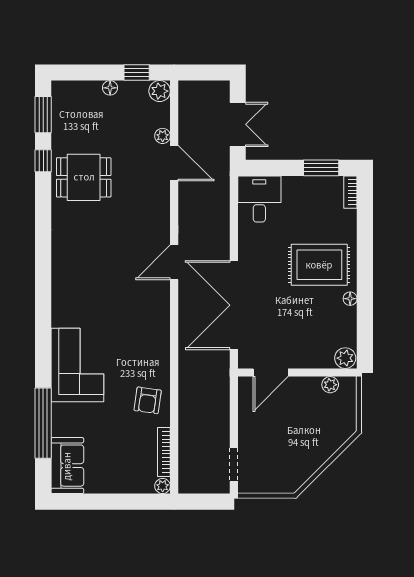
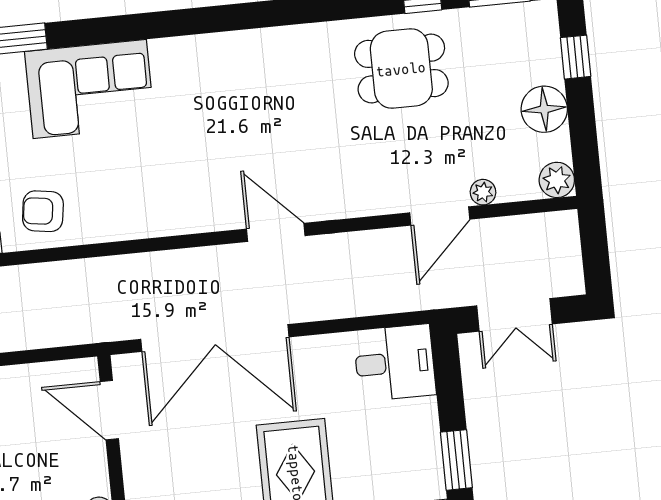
window: (137, 72) -> (576, 57), moved
floor lamp: (110, 88) -> (544, 109), width x1.89, depth x1.89
dining table: (84, 177) -> (401, 69), turned 90
double door: (234, 305) -> (215, 338), swing flipped

